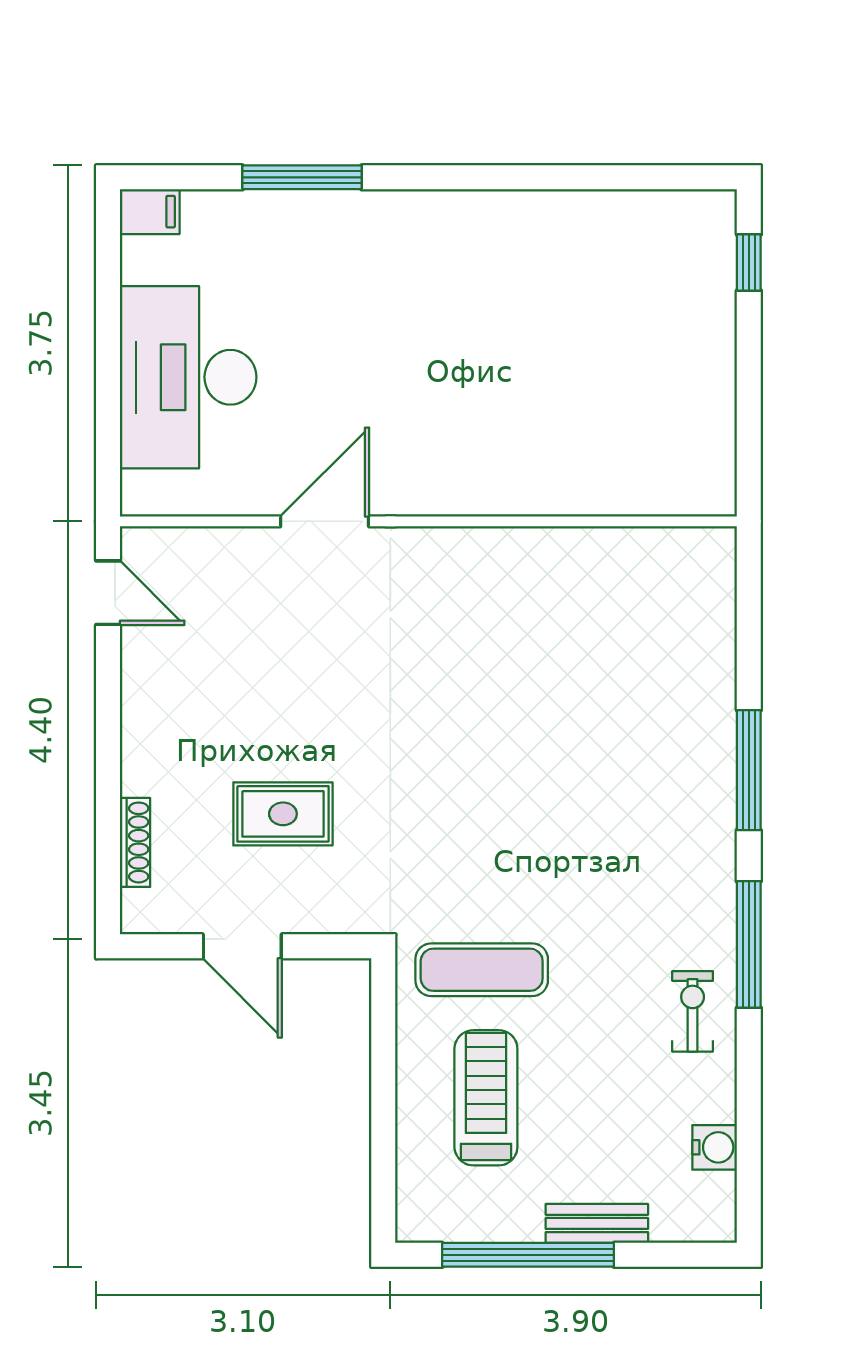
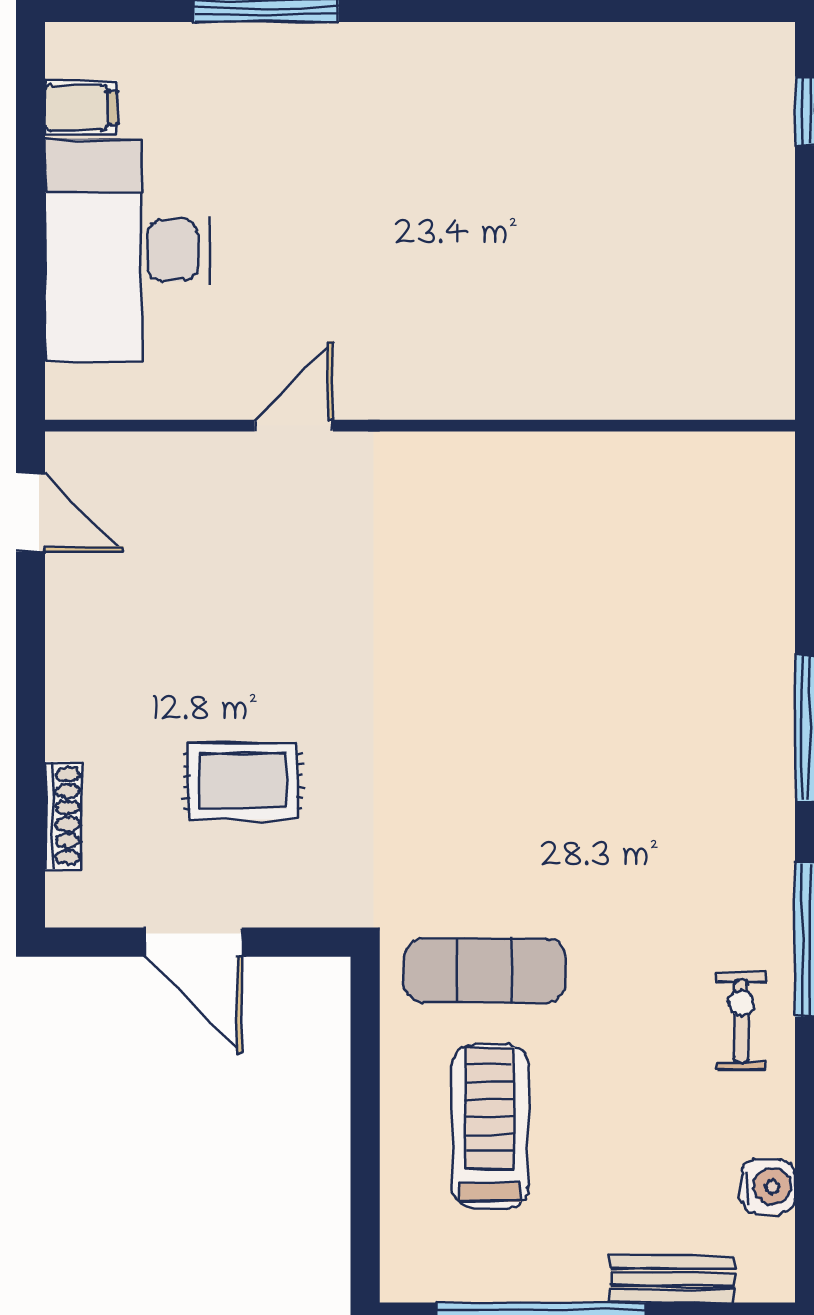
filing cabinet: (150, 212) -> (81, 108), moved
door: (325, 521) -> (294, 426), width x0.73
bench: (597, 1223) -> (672, 1279), moved

